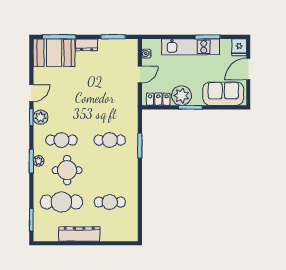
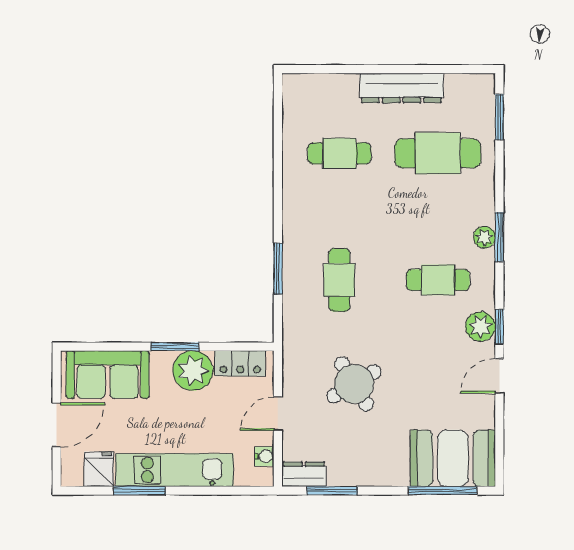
dresser: (87, 45) -> (304, 474), moved
fridge: (239, 47) -> (99, 469), moved
cafe table: (110, 140) -> (339, 280), turned 90
round table: (67, 170) -> (354, 384), moved, turned -31

